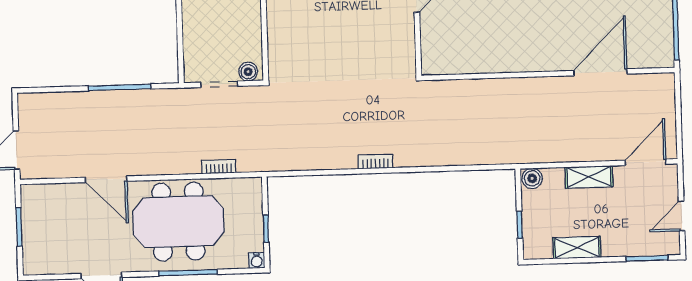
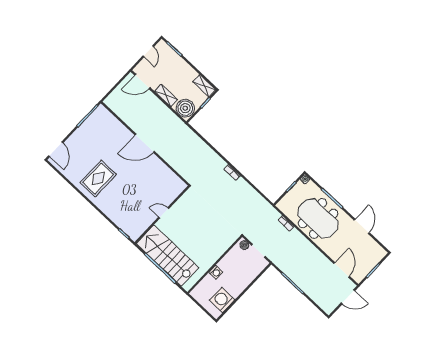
door: (600, 72) -> (145, 143), moved
boiler: (532, 178) -> (185, 108), width x1.86, depth x1.86
door: (106, 179) -> (342, 270), moved
door: (682, 216) -> (148, 51), hinge flipped
shelving: (577, 248) -> (204, 86), moved

